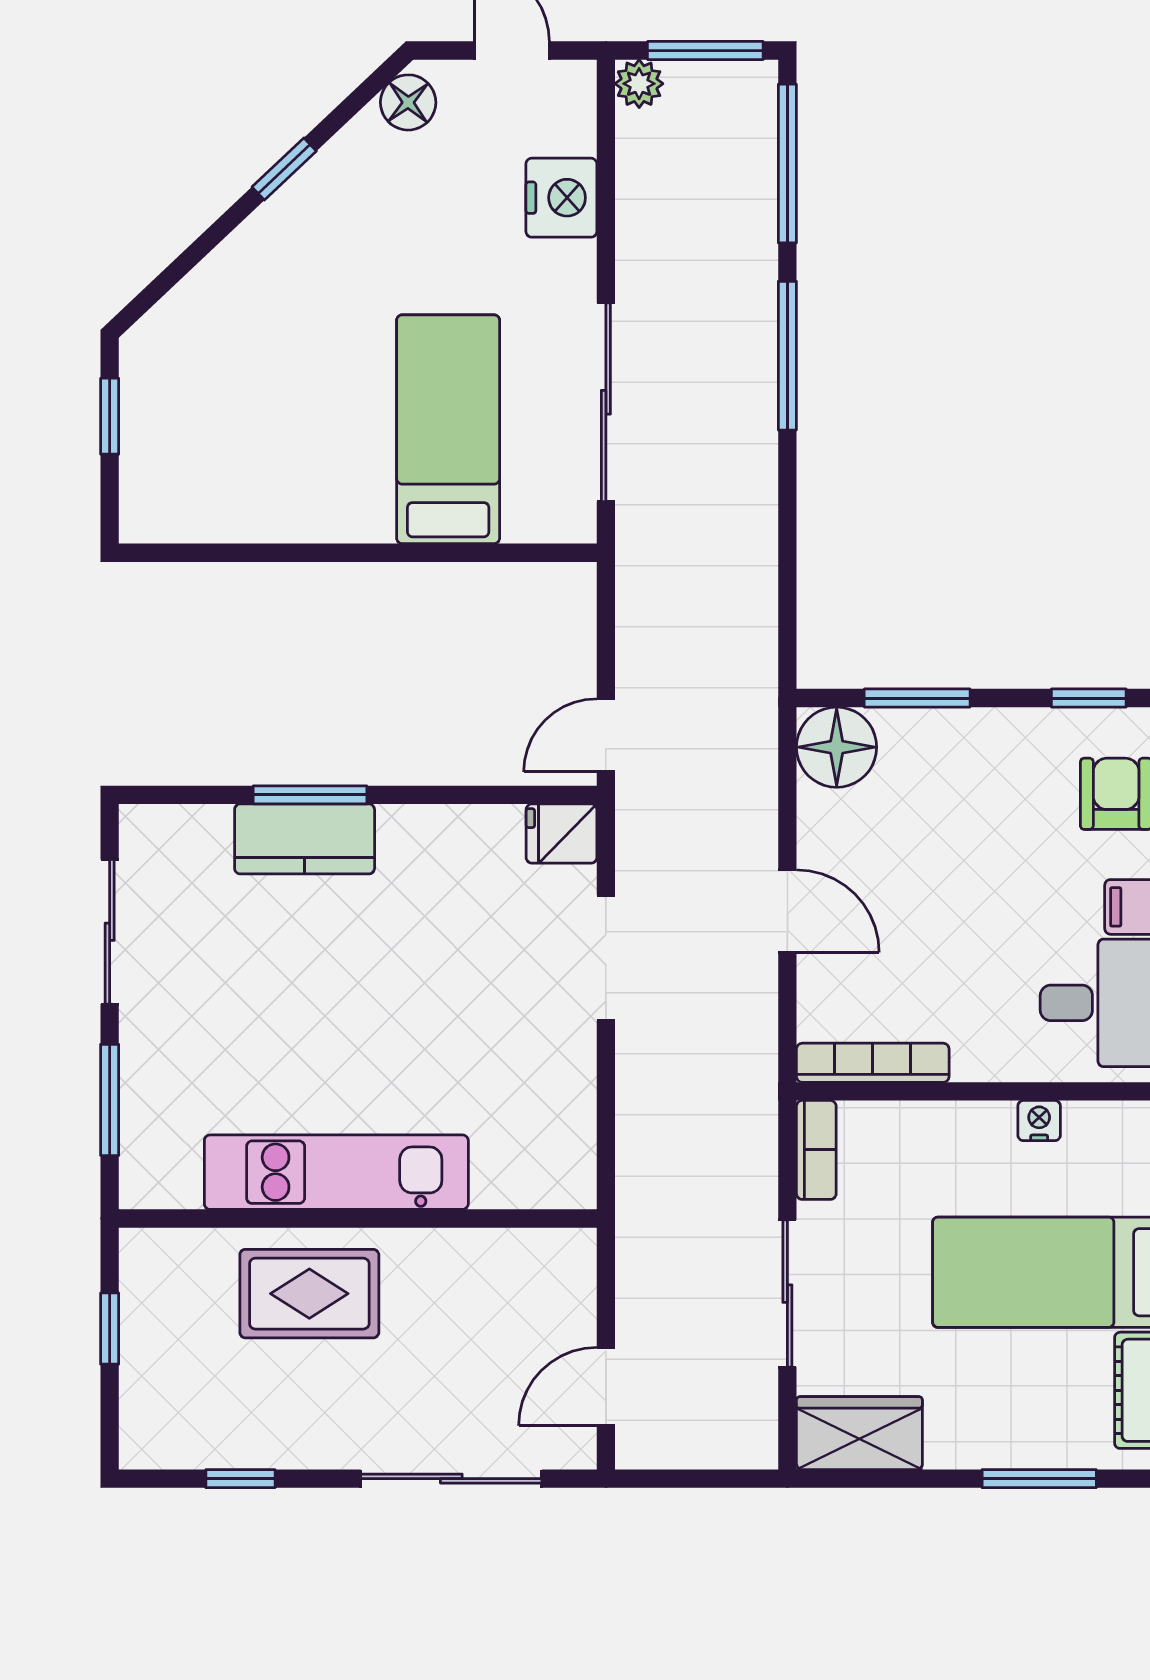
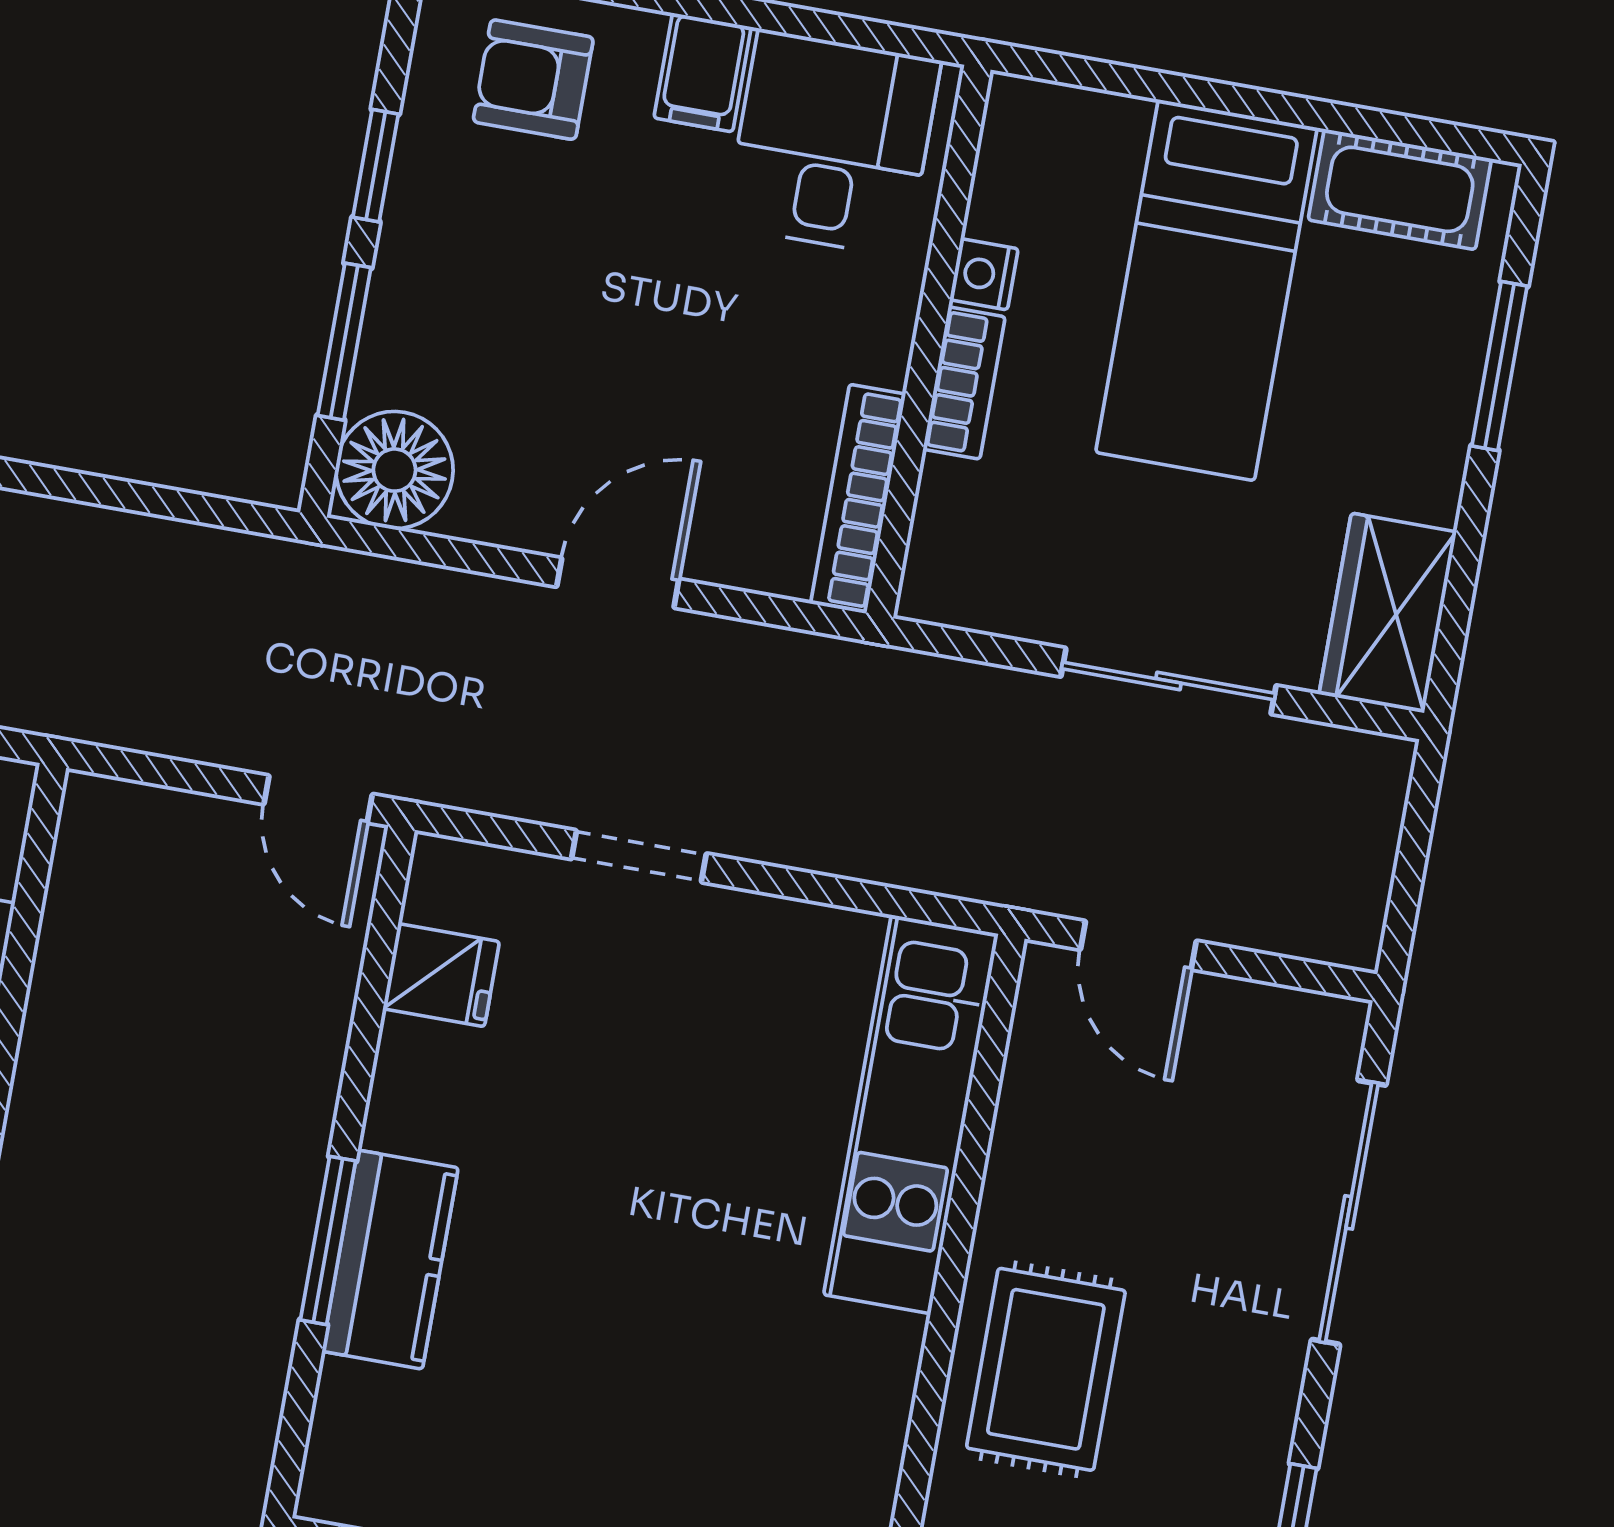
window: (1089, 698) -> (376, 166), moved
fridge: (561, 834) -> (441, 975), moved, turned -90
doorway: (606, 958) -> (639, 856), width x0.73
bookcase: (816, 1150) -> (964, 383), moved, turned 90
kitchen unit: (336, 1172) -> (911, 1114), moved
door: (606, 1387) -> (1138, 945), moved

